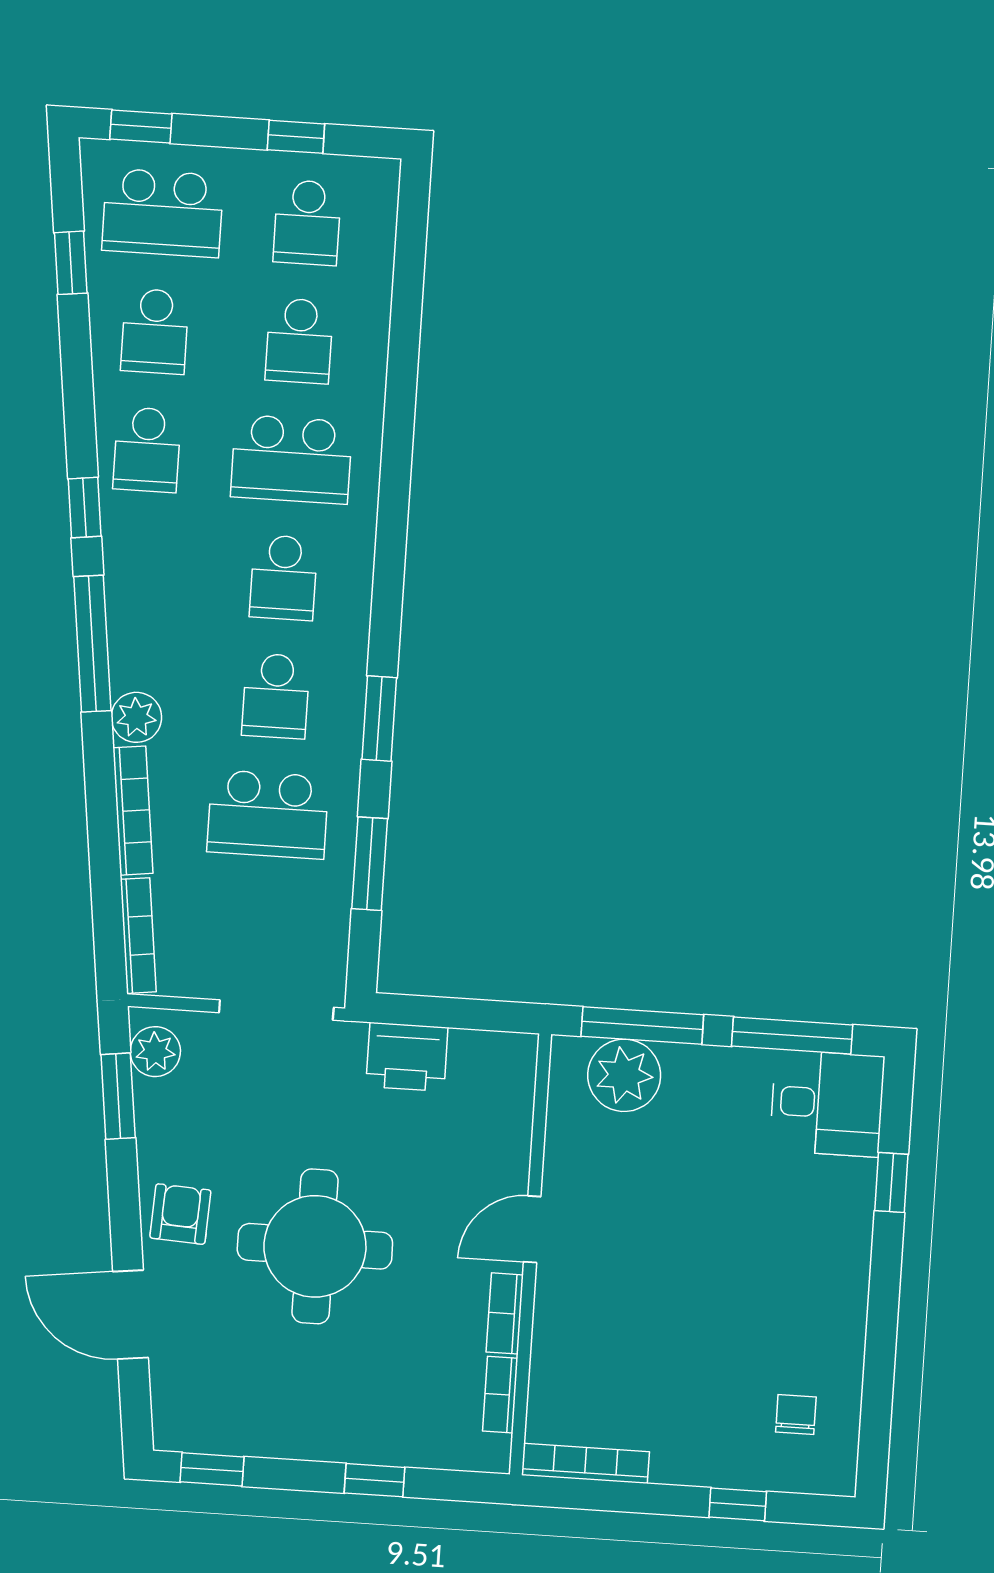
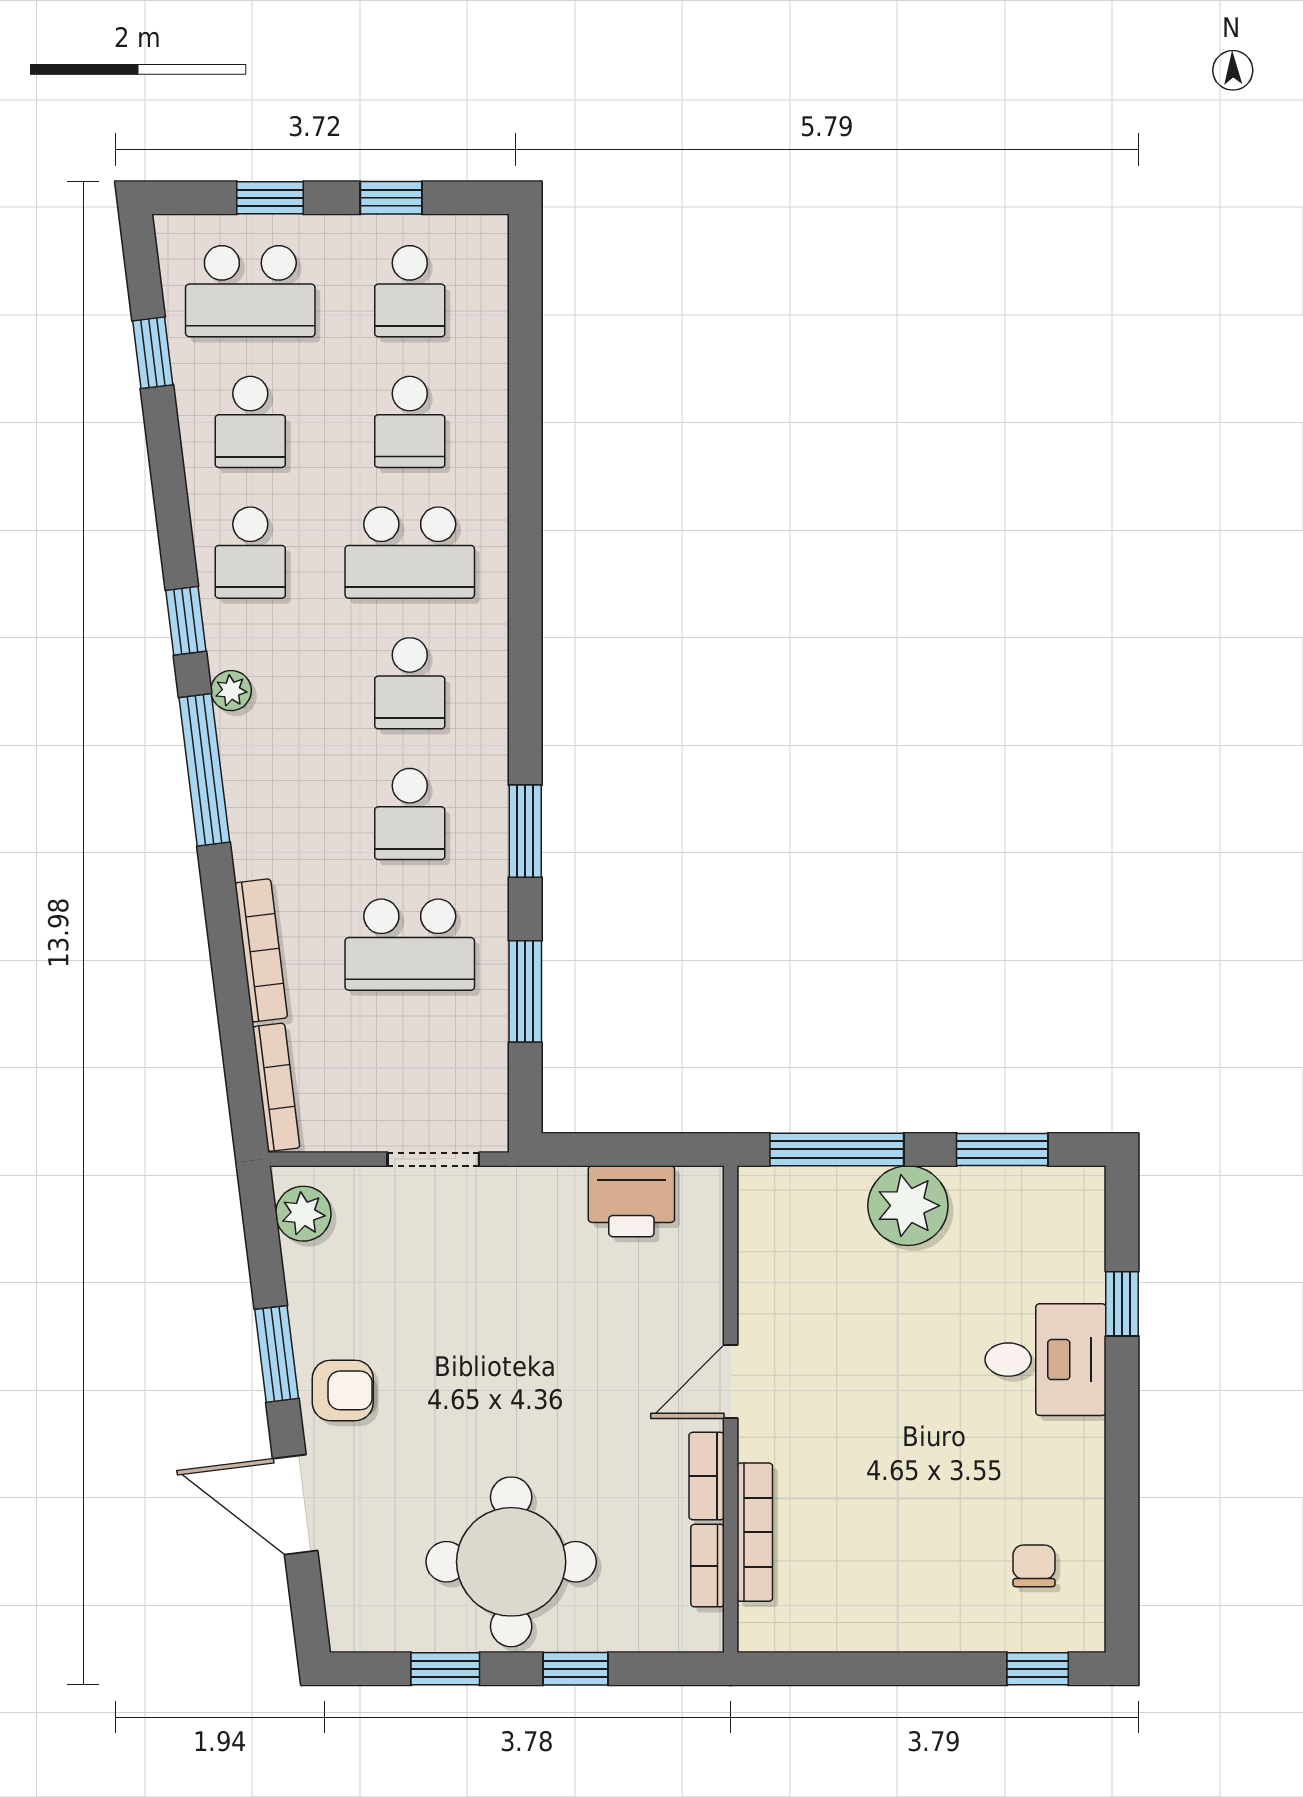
window: (141, 126) -> (270, 198), moved
plant: (136, 717) -> (231, 691), moved, width x0.73, depth x0.73
doorway: (276, 1010) -> (433, 1159), width x0.73
window: (792, 1035) -> (1002, 1149), width x0.69
printer: (407, 1057) -> (631, 1201), moved
plant: (624, 1075) -> (908, 1206), moved
window: (118, 1096) -> (277, 1354), moved
desk: (827, 1103) -> (1046, 1360), moved
armchair: (180, 1214) -> (343, 1390), turned 87
round table: (315, 1246) -> (511, 1562), moved
bookcase: (585, 1463) -> (755, 1532), moved, turned 90
window: (212, 1469) -> (445, 1669), moved
window: (738, 1504) -> (1038, 1669), moved

